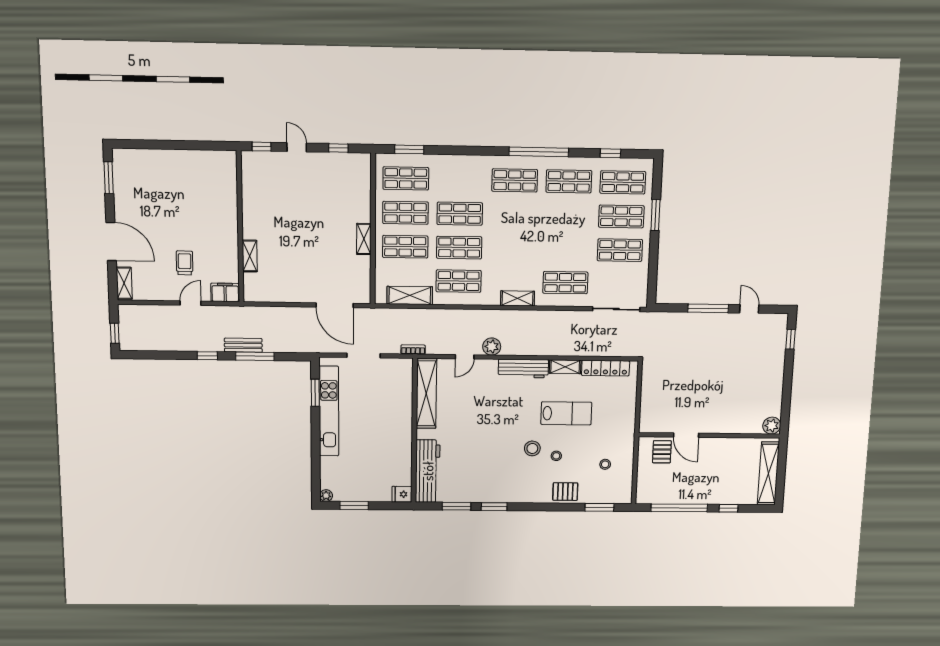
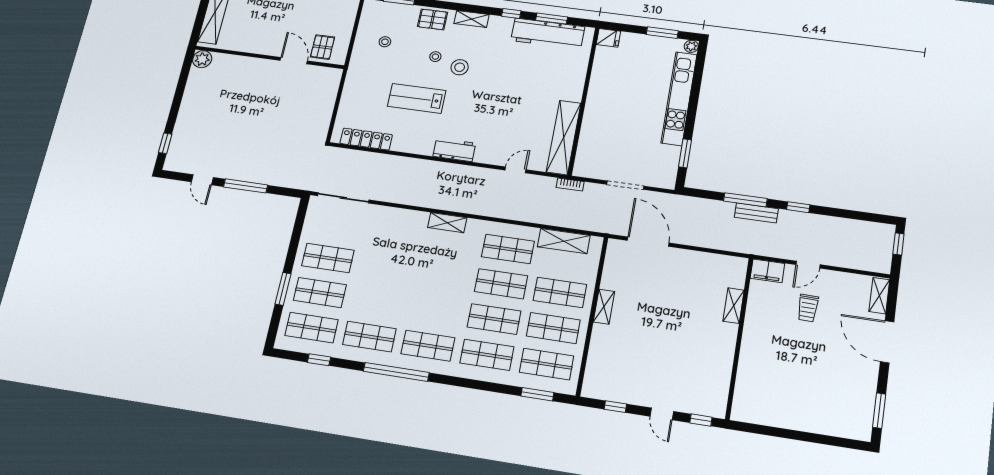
shop shelf: (565, 283) -> (487, 355), moved
plant: (492, 347) -> (484, 177), removed
shelving: (565, 367) -> (472, 19), moved
workbench: (523, 369) -> (454, 150), width x0.73
kitchen unit: (329, 411) -> (679, 98), moved
workbench: (428, 471) -> (548, 34), moved, turned -90
window: (494, 507) -> (511, 14), width x0.67

